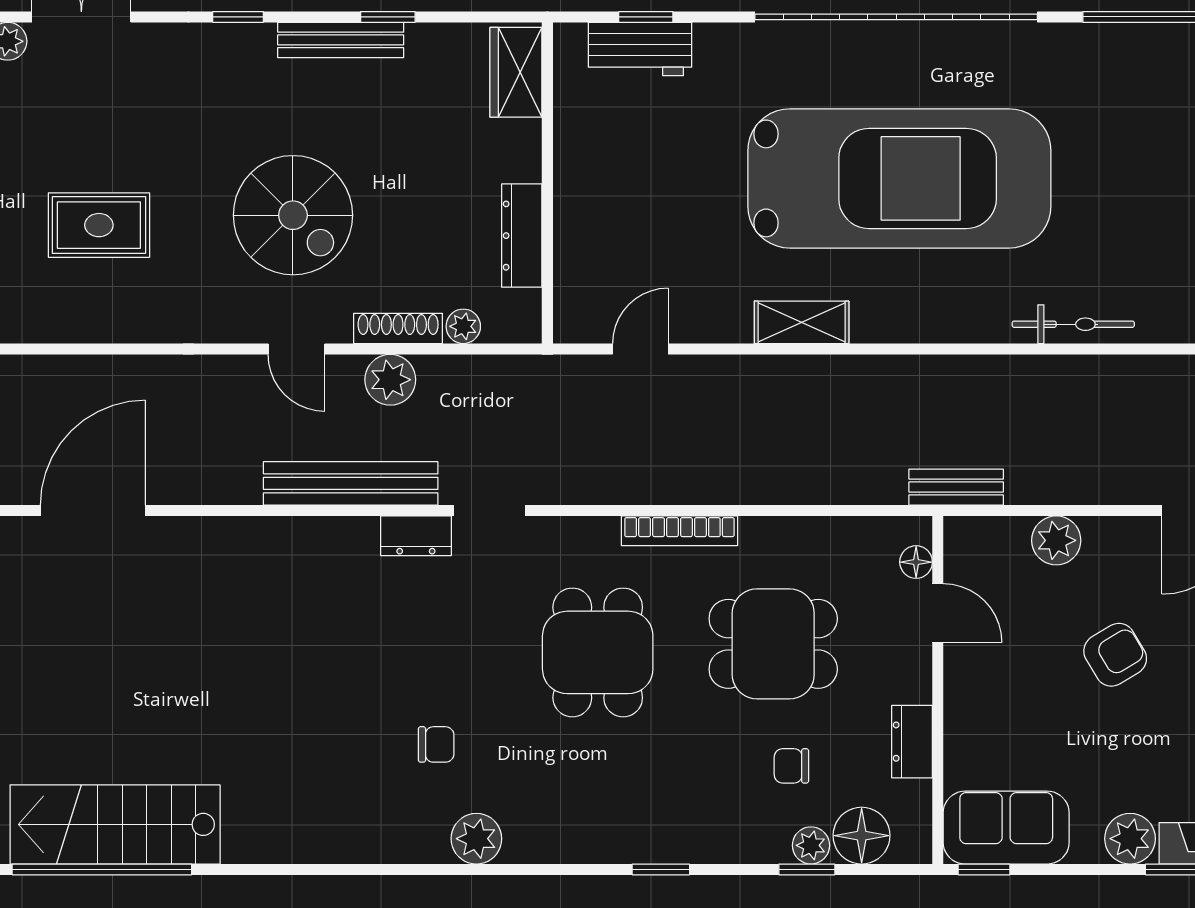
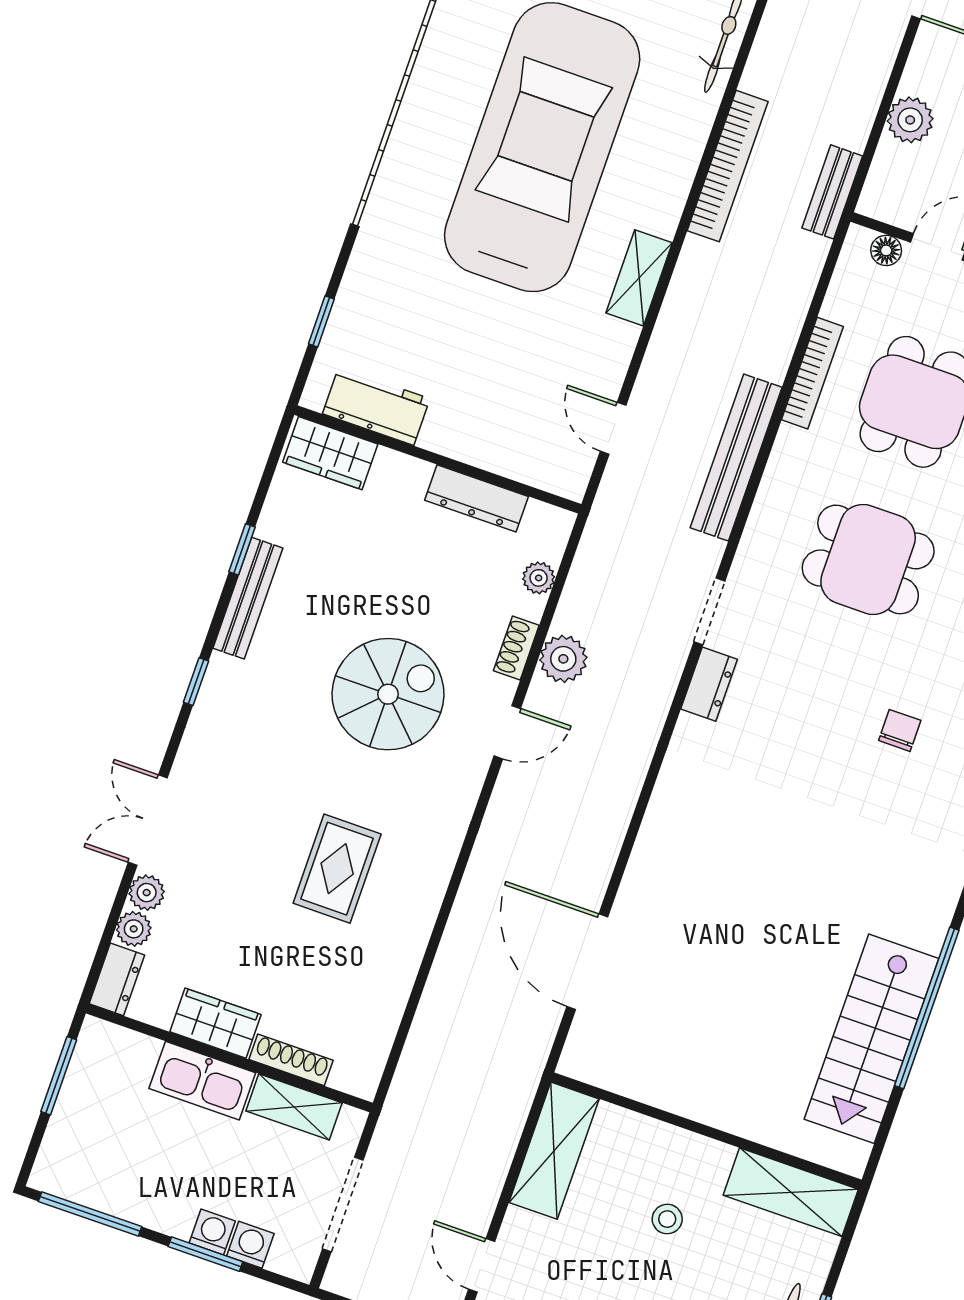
workbench: (640, 49) -> (376, 406), moved, turned -90
shoe rack: (398, 328) -> (516, 648), width x0.70
bookcase: (945, 372) -> (728, 166), added
bench: (351, 483) -> (736, 458), moved
bookcase: (679, 531) -> (812, 373), moved
window: (102, 869) -> (927, 1008), moved

